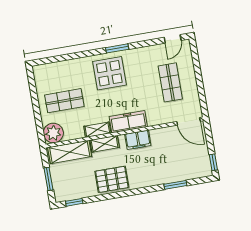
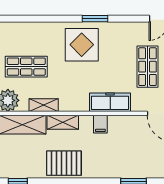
freezer: (128, 122) -> (110, 102), moved
shelving: (97, 130) -> (44, 105), moved
filing cabinet: (138, 140) -> (100, 124), width x0.50

